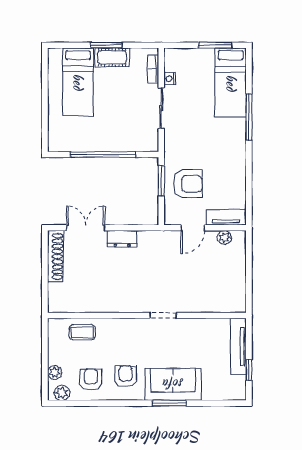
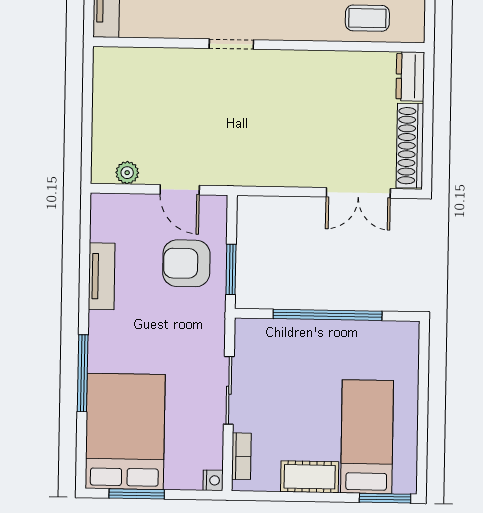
window: (106, 45) -> (385, 498), moved
nightstand: (170, 79) -> (213, 480), moved
bed: (231, 83) -> (125, 431), width x1.50
tv unit: (226, 217) -> (102, 276), moved, turned -90
door: (193, 228) -> (180, 190), swing flipped
dresser: (122, 239) -> (410, 76), moved, turned -90

